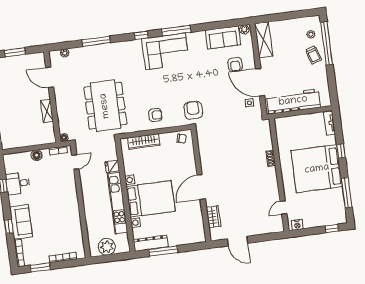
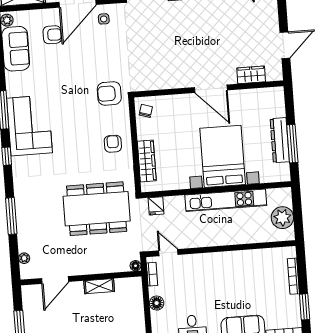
fridge: (112, 166) -> (156, 206), moved
dresser: (151, 243) -> (280, 140), moved

